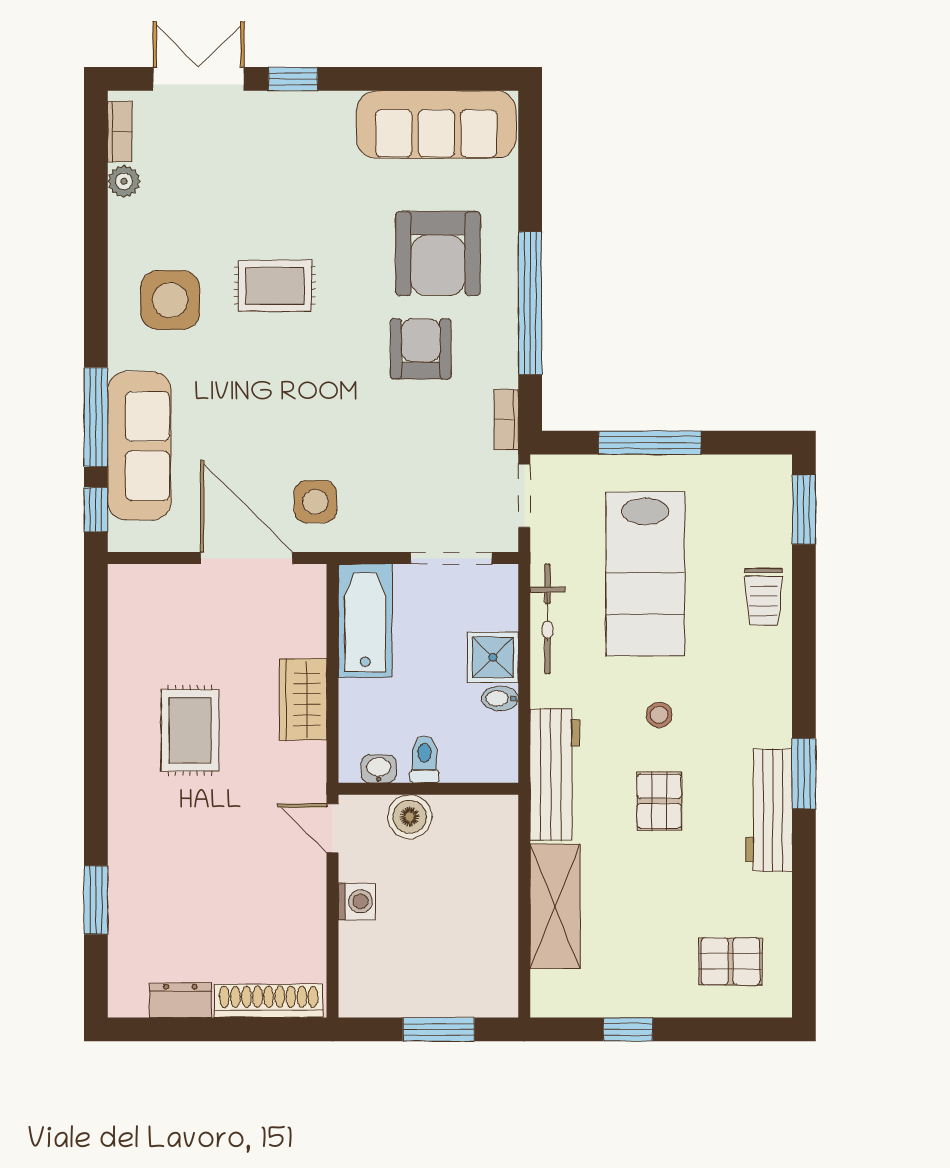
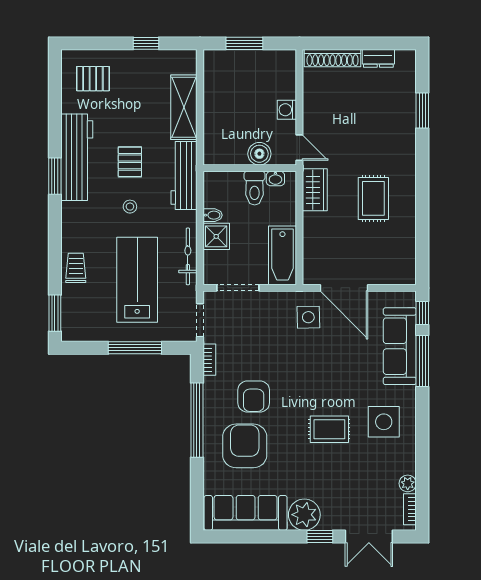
plant: (323, 121) -> (304, 515), added
wardrobe: (303, 699) -> (315, 190), moved
toilet: (424, 759) -> (255, 188), width x1.37, depth x1.39
workbench: (769, 810) -> (77, 157), width x1.36, depth x1.32

